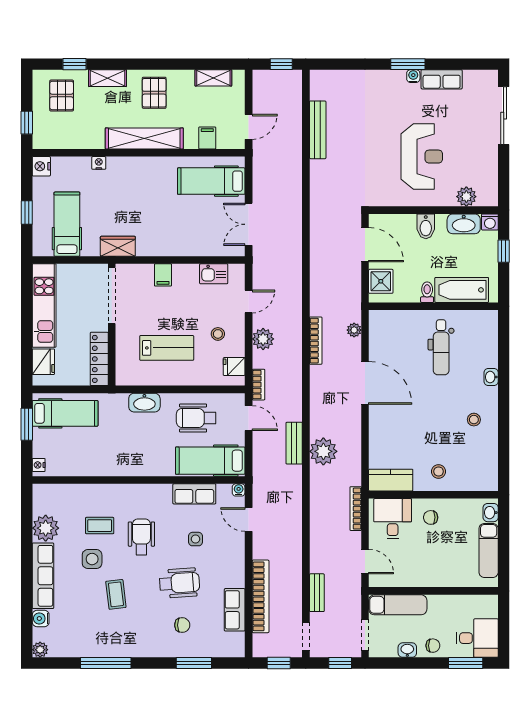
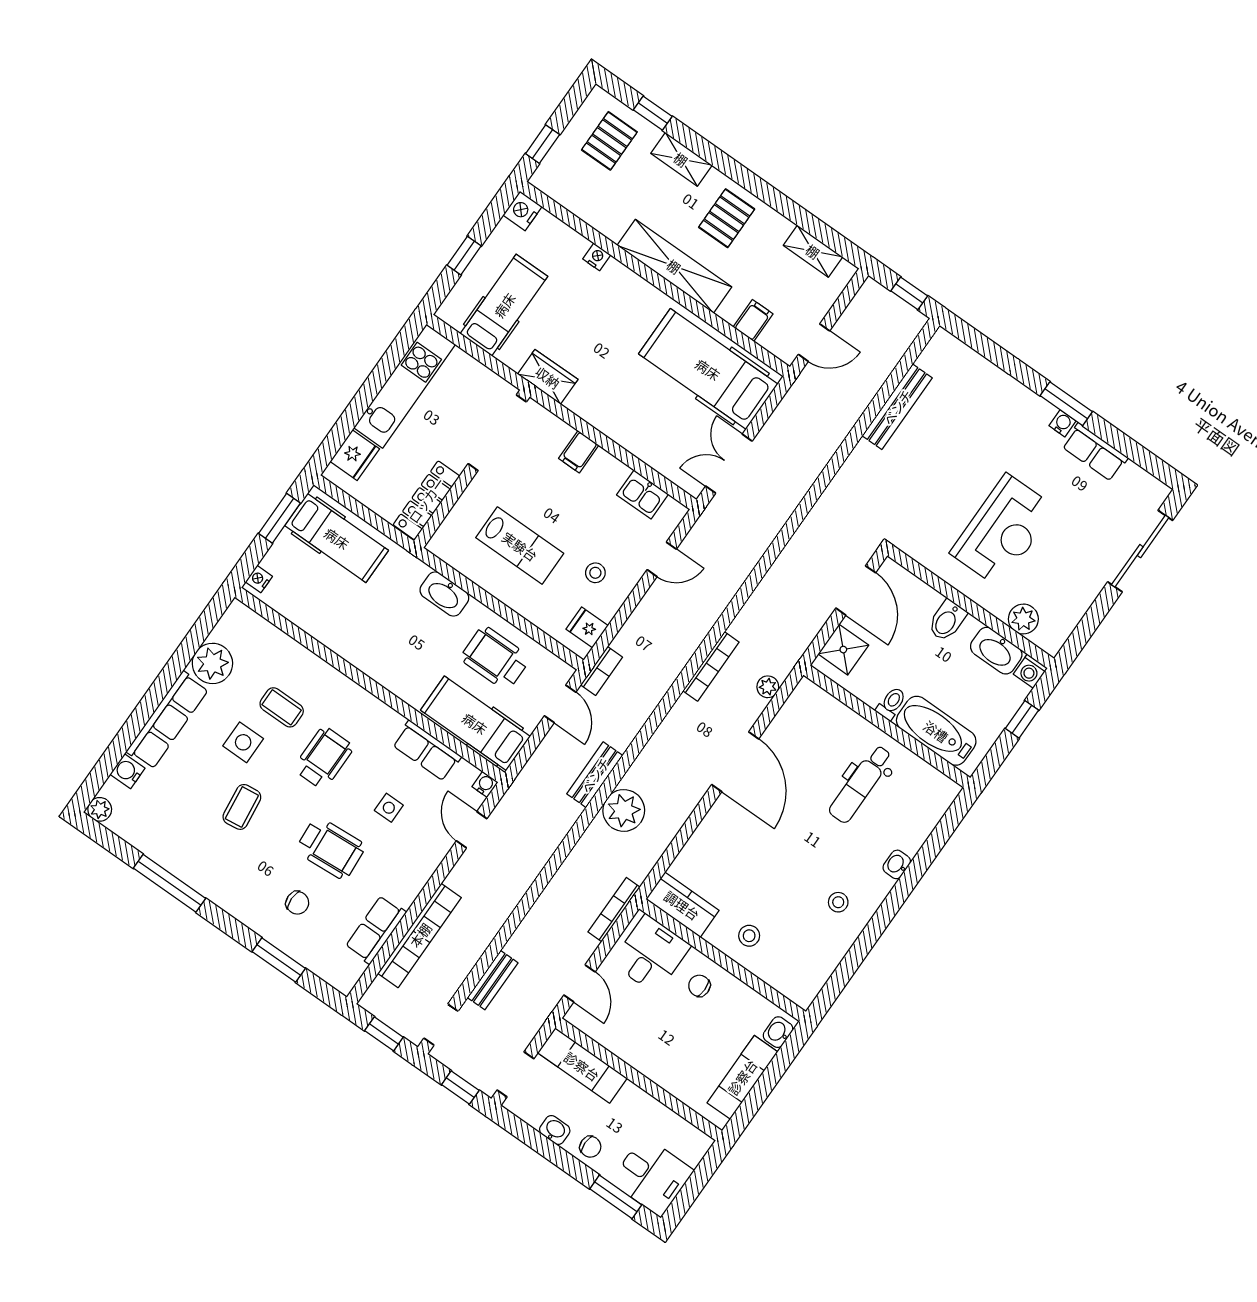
hospital bed: (211, 181) -> (708, 369), width x1.37, depth x1.29
plant: (263, 339) -> (647, 618), removed

